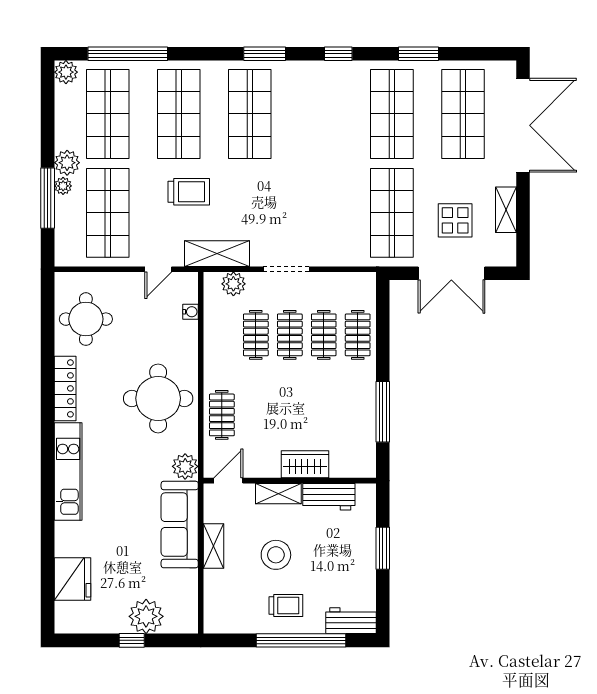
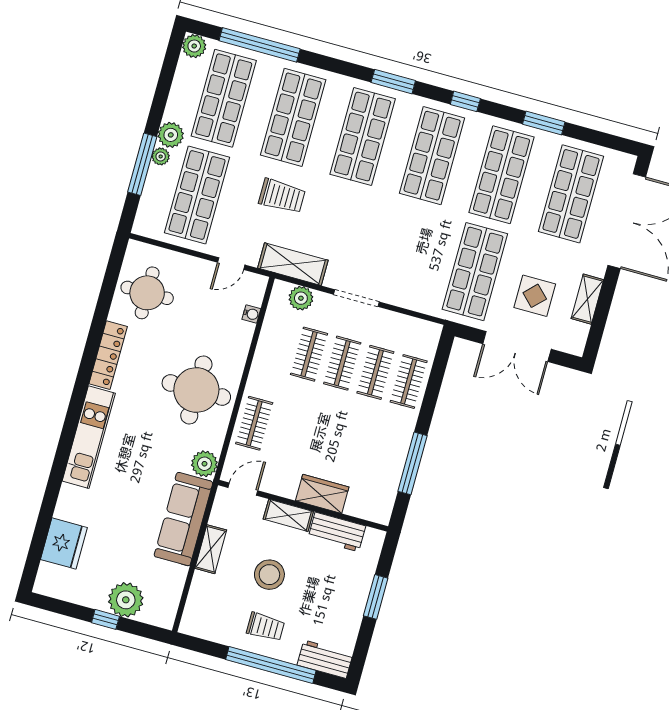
shop shelf: (321, 114) -> (432, 156), added

